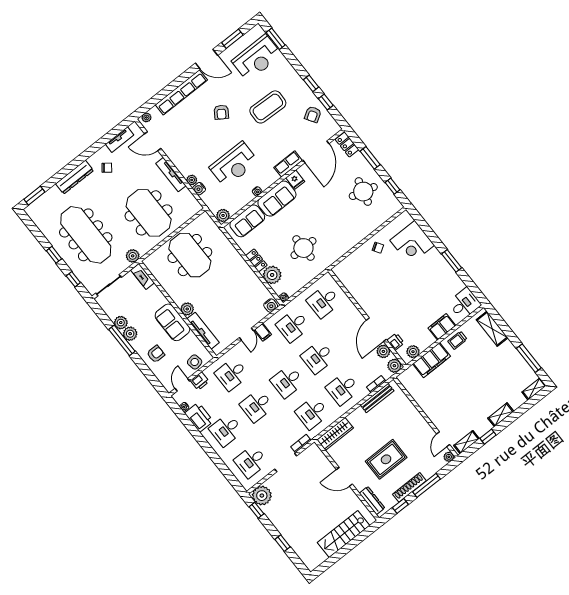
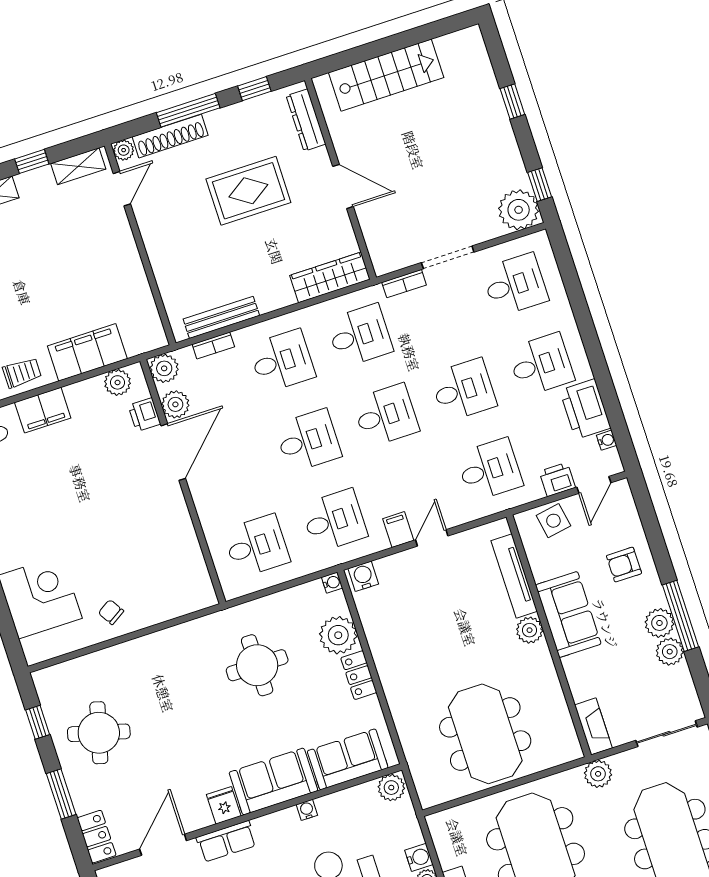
door: (316, 152) -> (163, 845), width x0.73
shoe rack: (409, 487) -> (170, 136), moved

